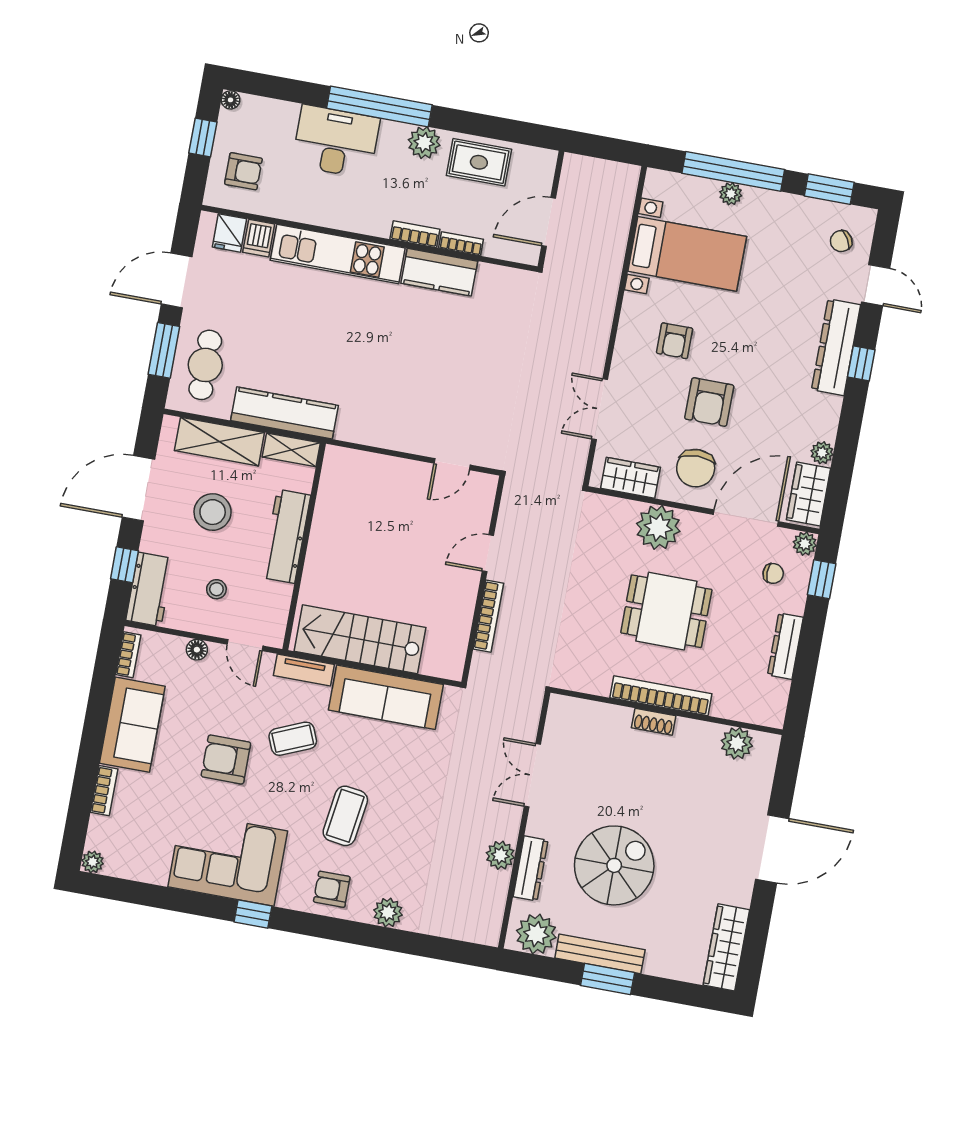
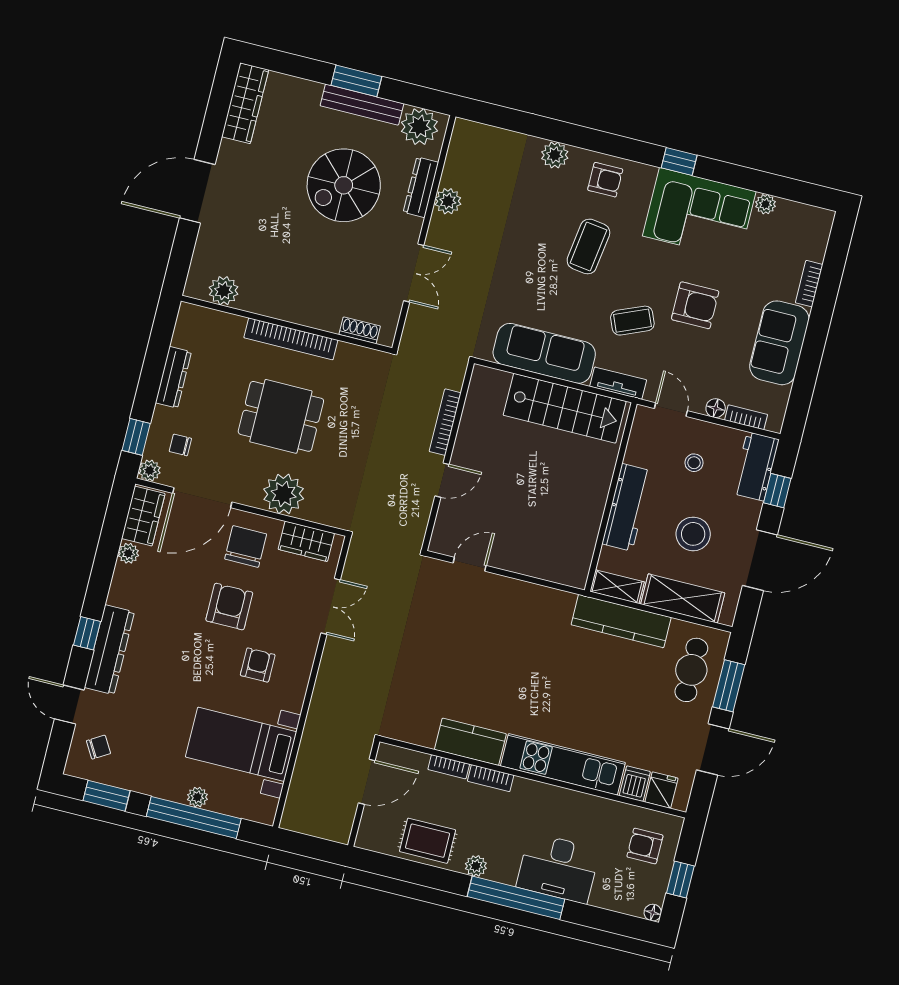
plant: (424, 143) -> (476, 866), width x0.73, depth x0.73
bookcase: (128, 655) -> (746, 417), moved, turned 90
shoe rack: (654, 722) -> (360, 330), moved
plant: (93, 862) -> (766, 204), moved

